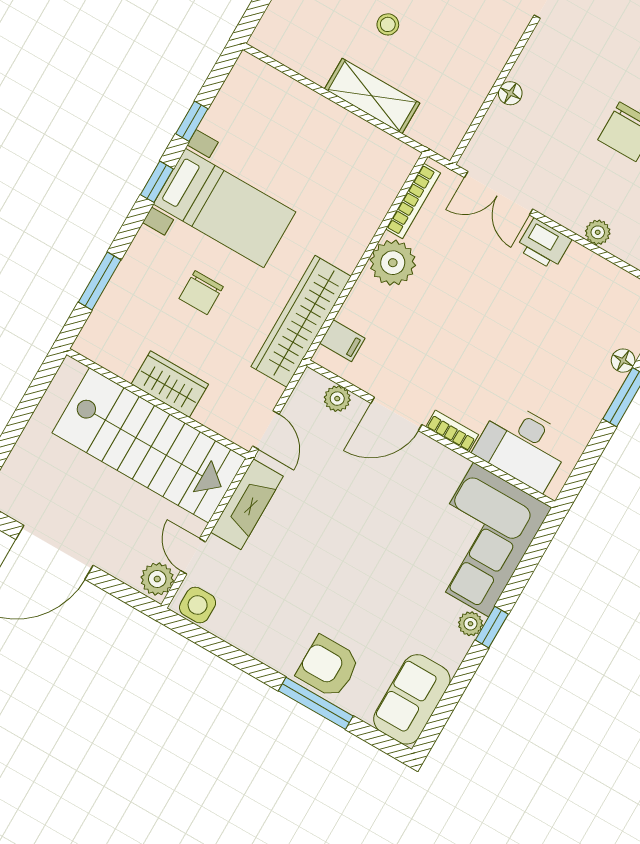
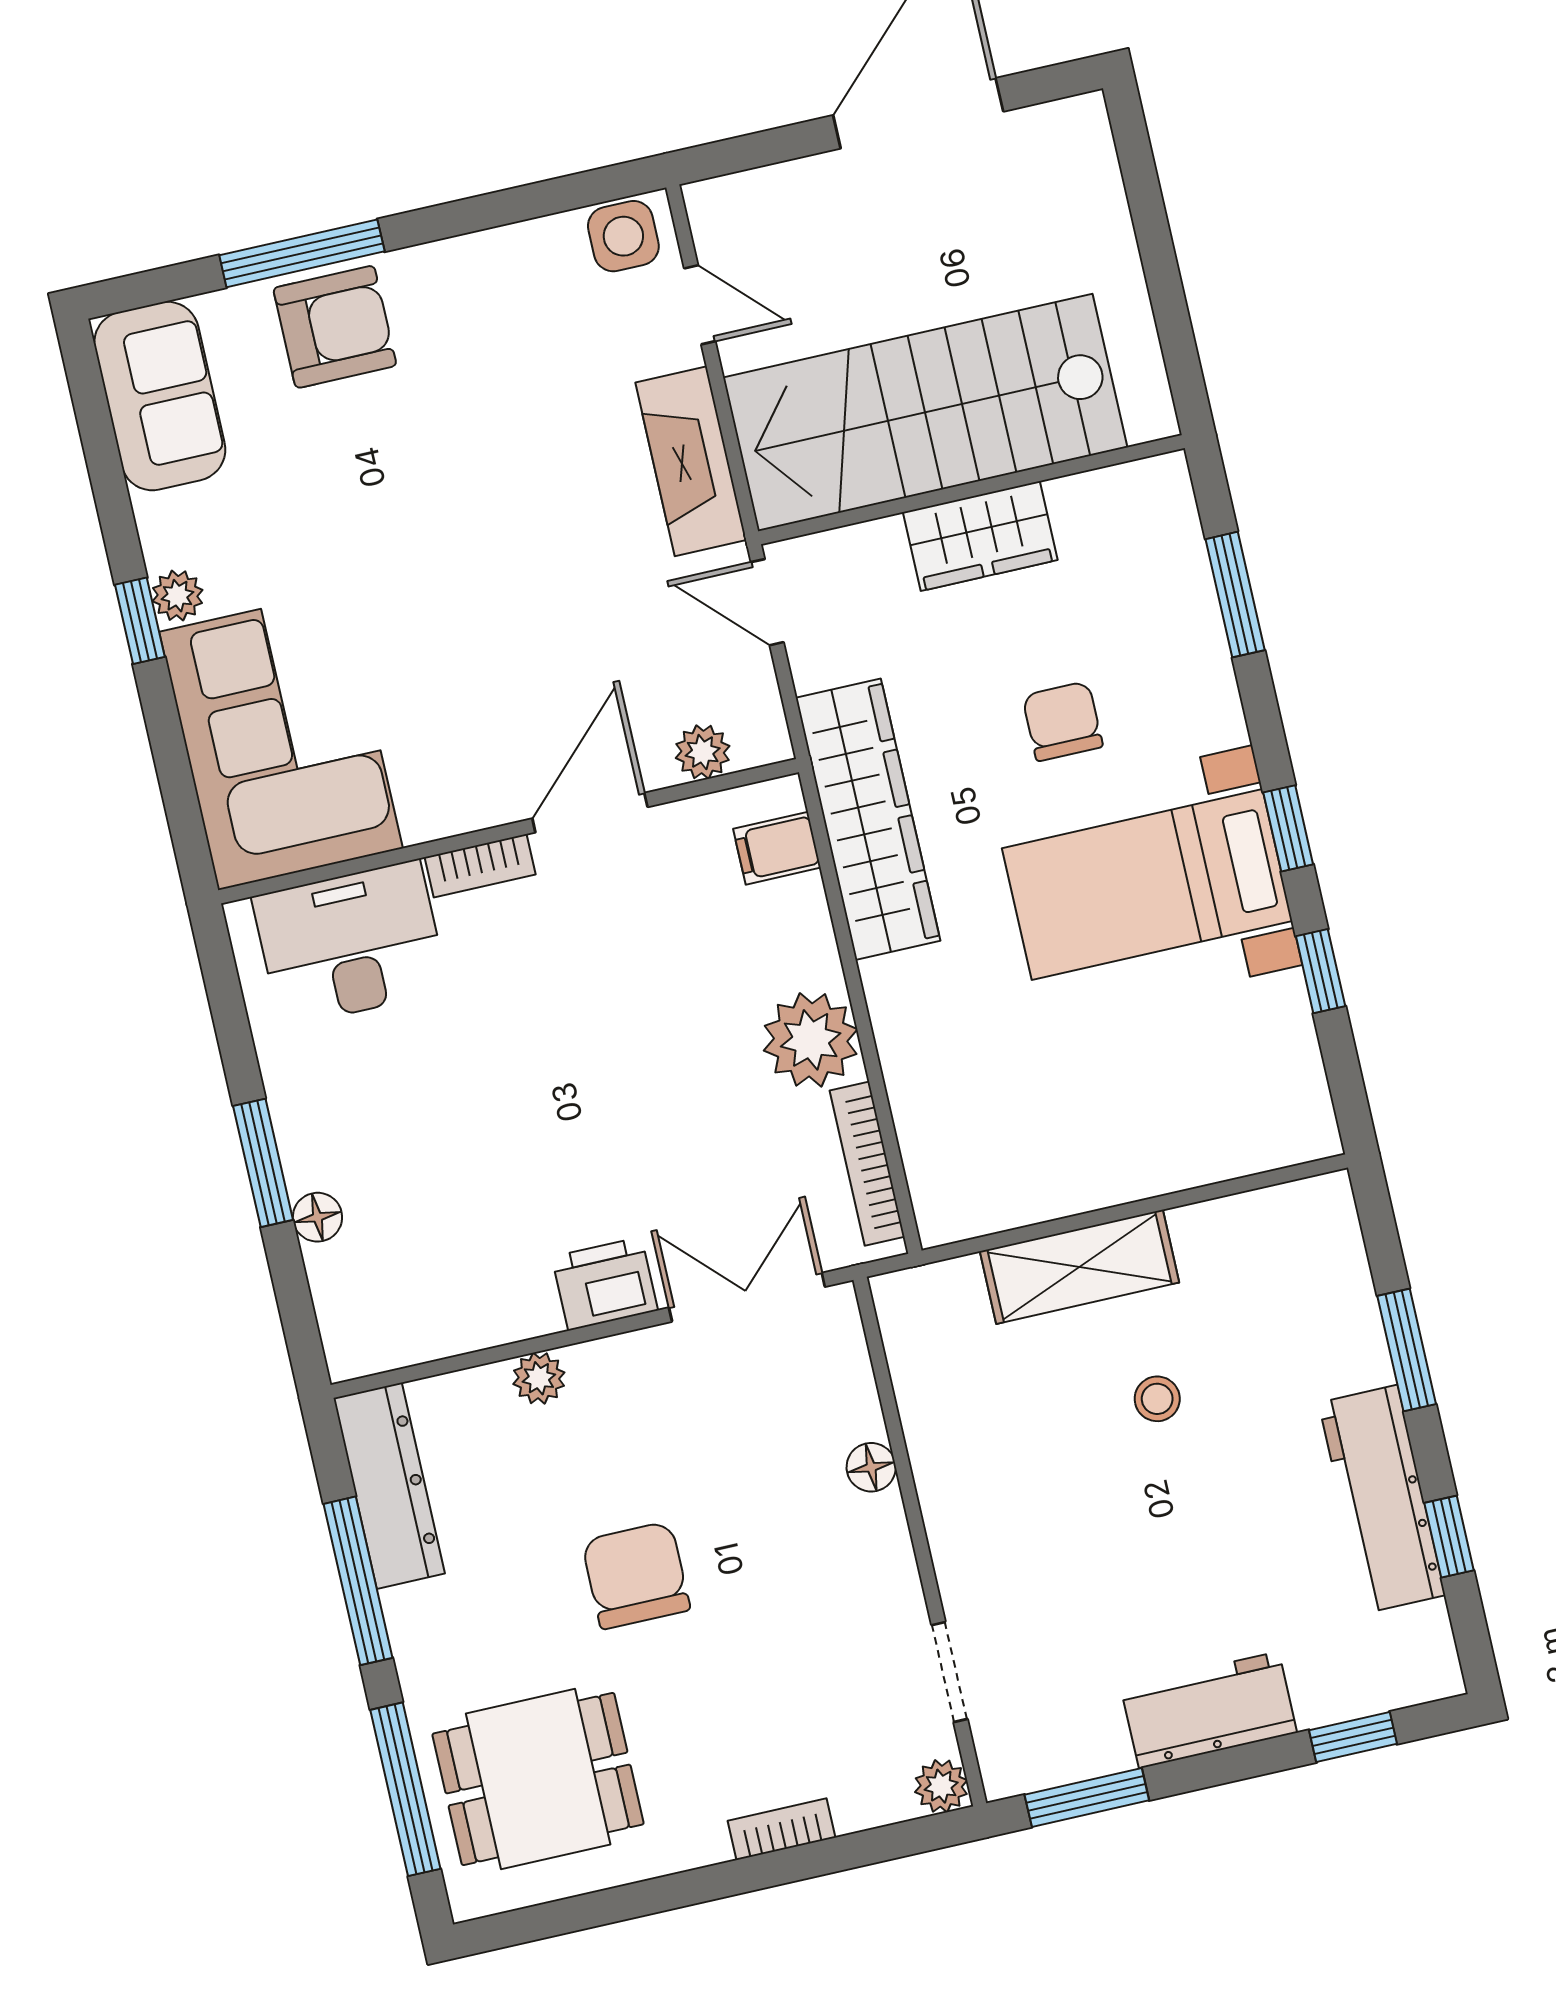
plant: (157, 579) -> (722, 219), removed

